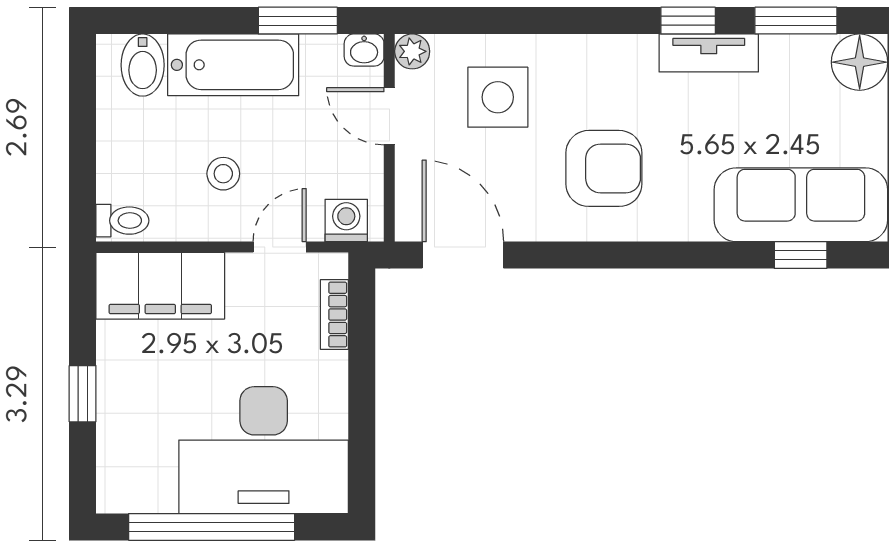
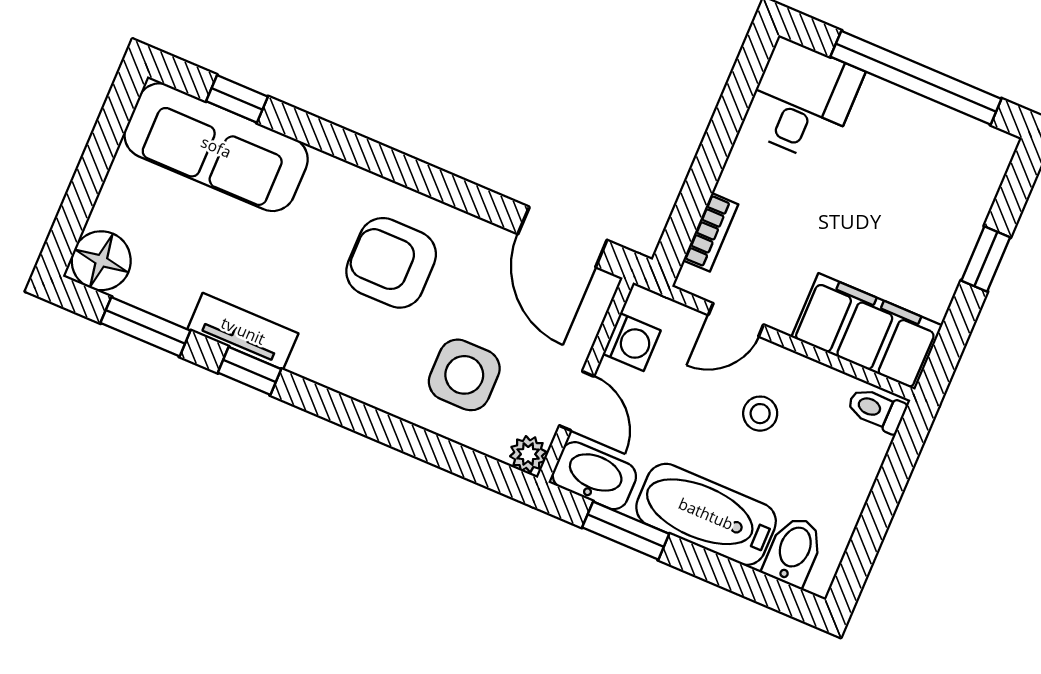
washbasin: (364, 50) -> (594, 476), width x1.91, depth x1.45
washing machine: (346, 220) -> (632, 342), moved, turned -90
desk: (264, 450) -> (802, 100), width x0.53, depth x0.77

